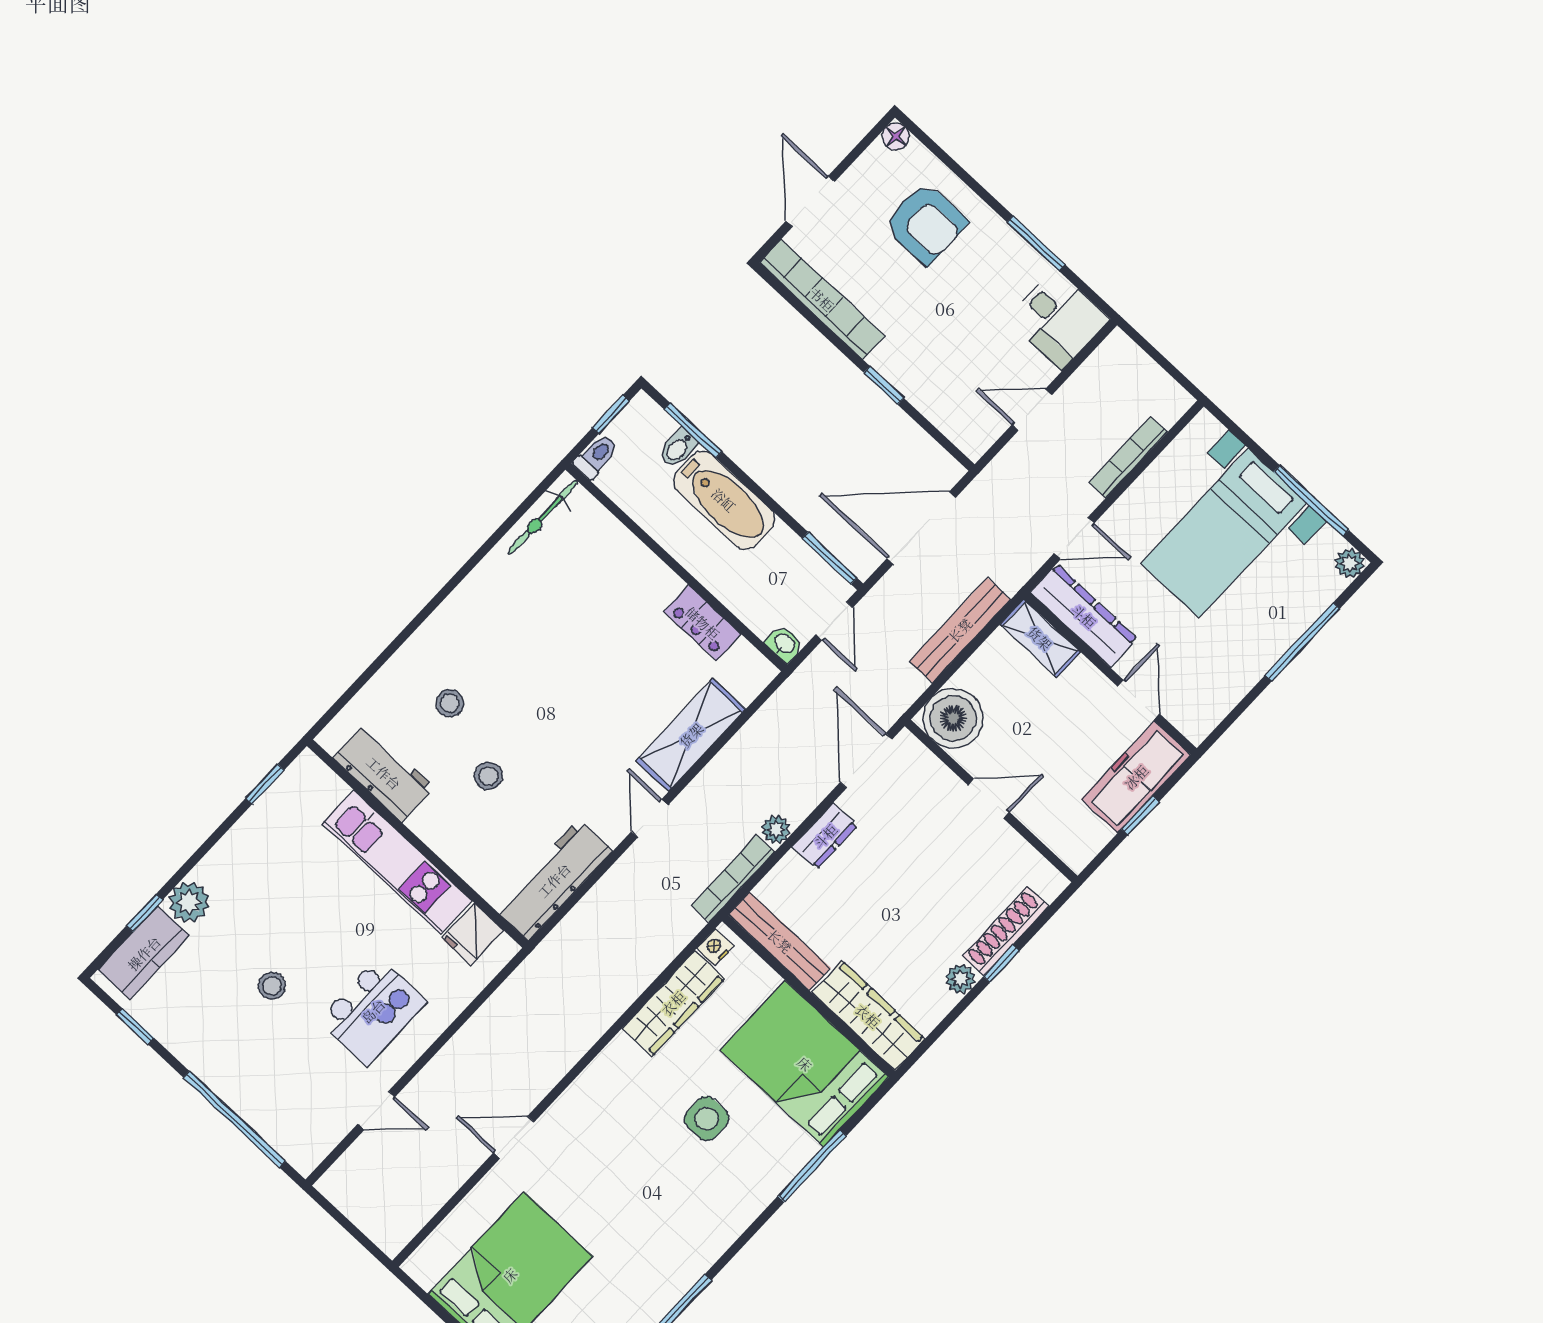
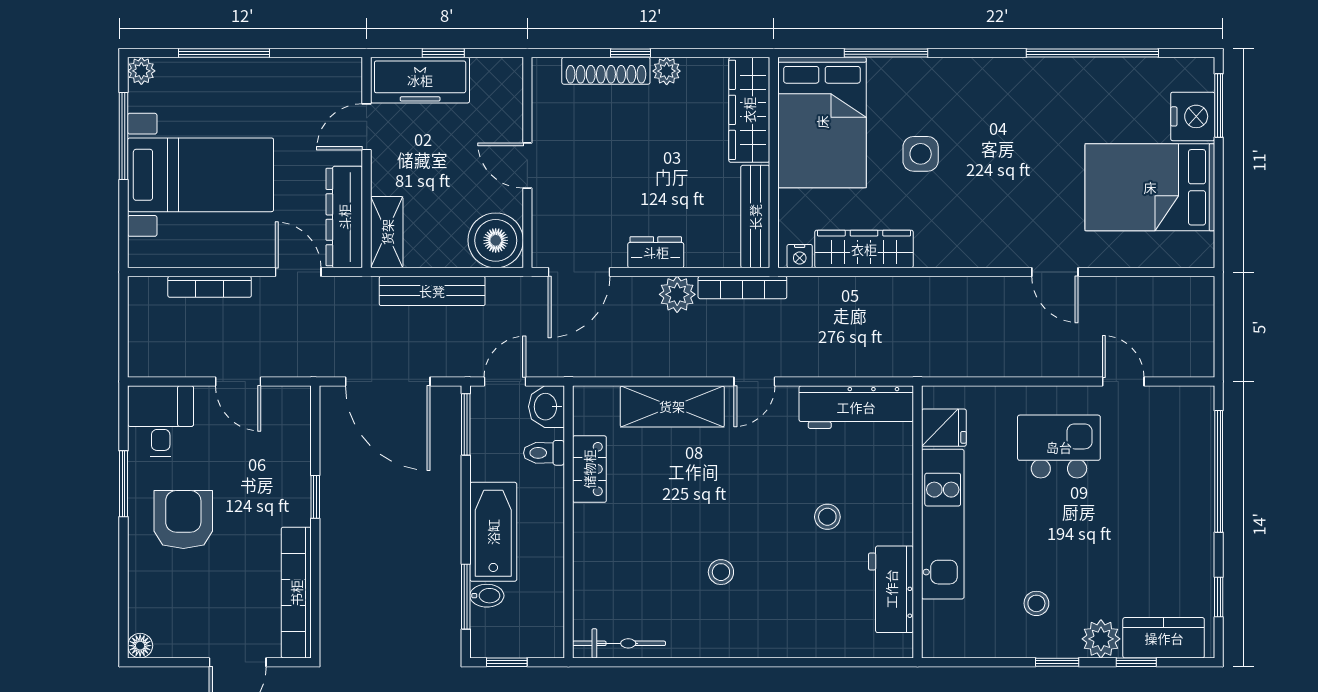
armchair: (926, 223) -> (183, 520), moved
toilet: (597, 456) -> (544, 453), moved
washbasin: (784, 644) -> (547, 407), width x1.38, depth x1.45
stool: (450, 703) -> (721, 572), moved
window: (265, 784) -> (1057, 662), moved
plant: (776, 830) -> (677, 294), width x1.38, depth x1.38
stool: (272, 986) -> (1036, 603), moved

